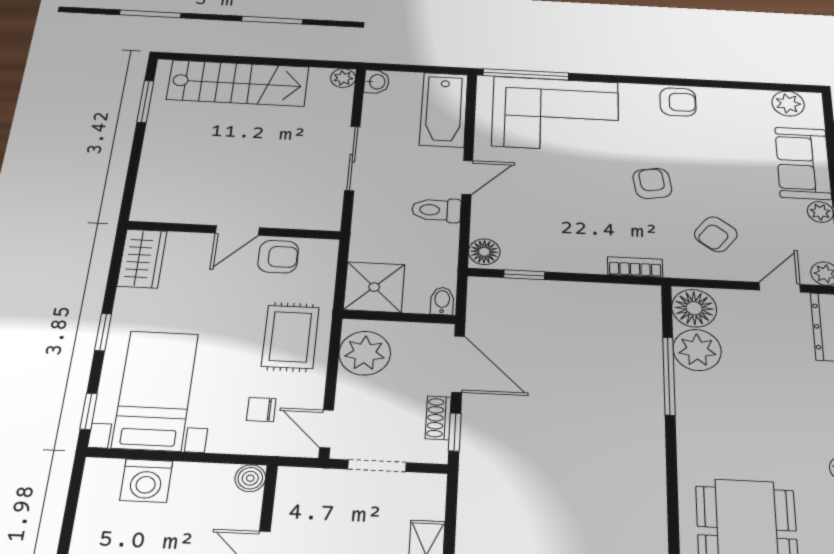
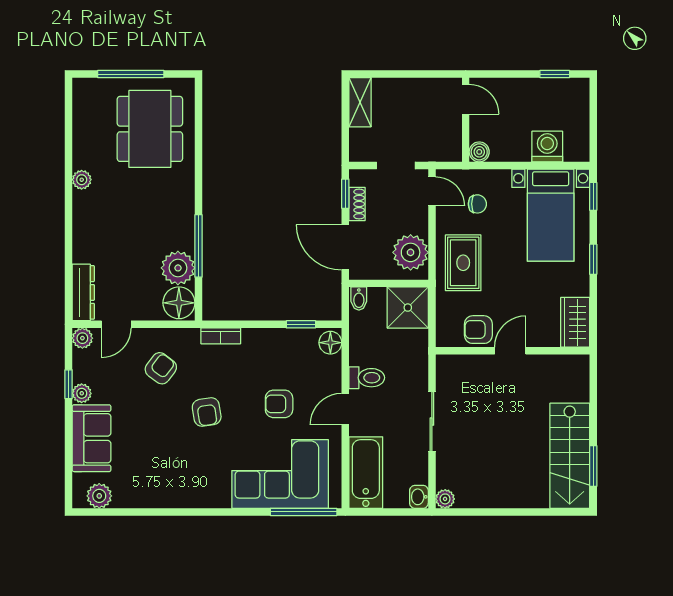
stairs: (238, 83) -> (570, 456), moved, turned -90
armchair: (678, 102) -> (279, 404), moved

